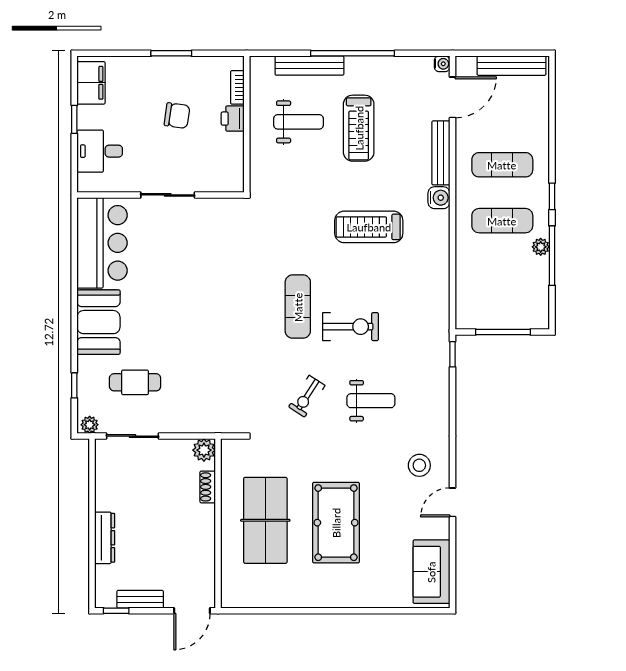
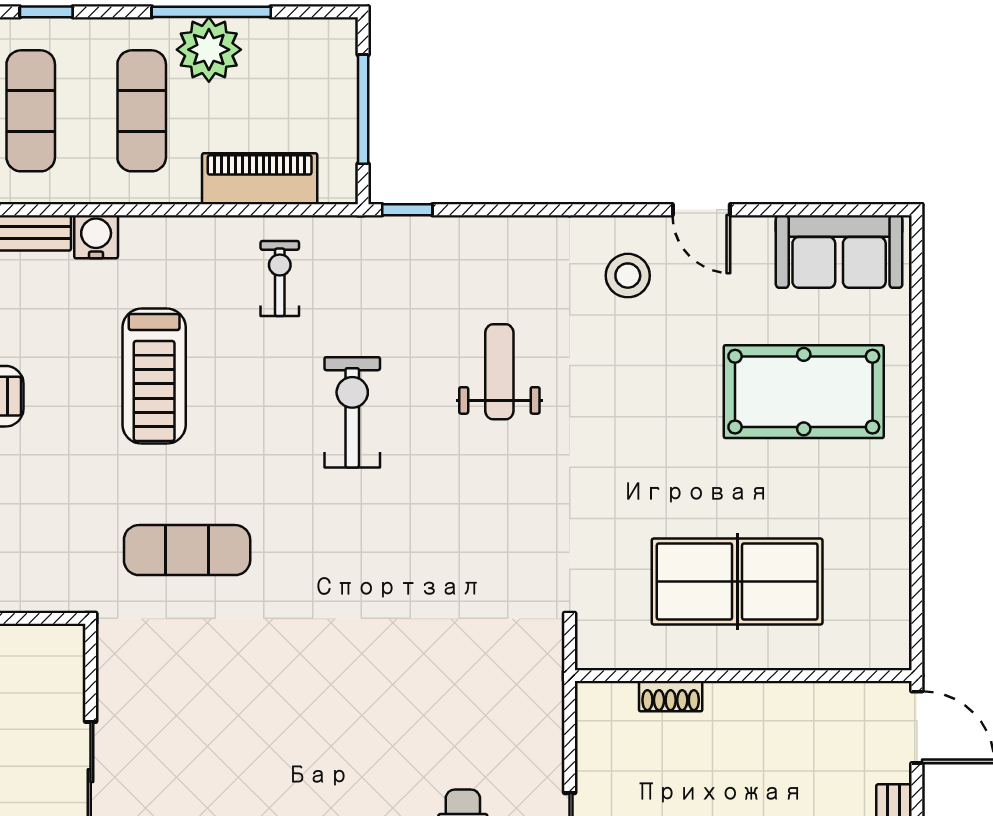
window: (552, 196) -> (46, 12), moved
plant: (541, 247) -> (209, 50), width x1.88, depth x1.88
piano: (468, 280) -> (260, 179), added
exercise mat: (298, 307) -> (187, 550), moved
exercise bike: (307, 396) -> (280, 279), moved, turned -123
plant: (204, 450) -> (597, 703), removed
pool table: (336, 523) -> (804, 392), moved

